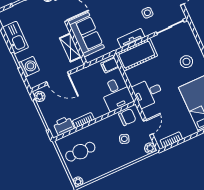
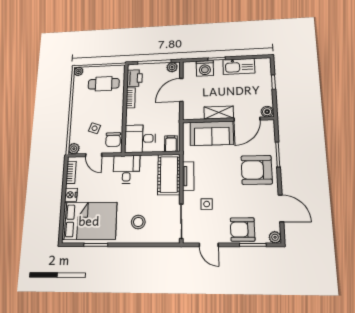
shelving: (70, 48) -> (219, 113), moved
nightstand: (190, 130) -> (71, 195), added
cafe table: (80, 152) -> (104, 84), turned 90

